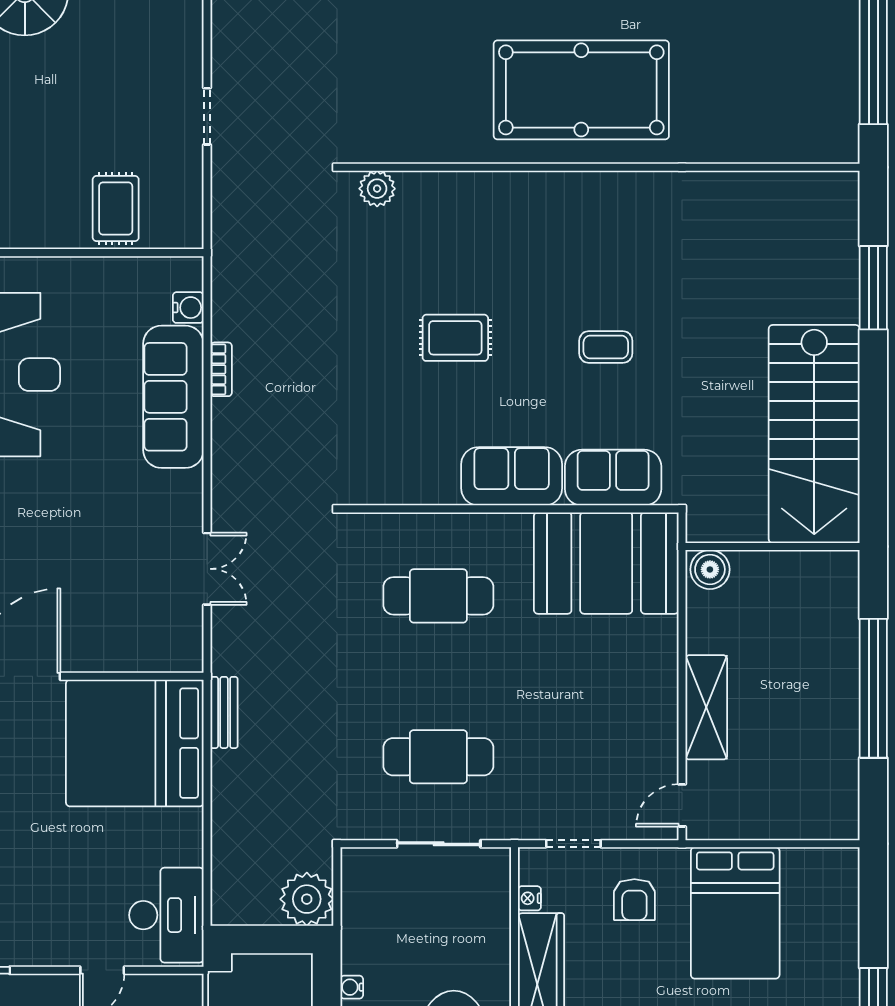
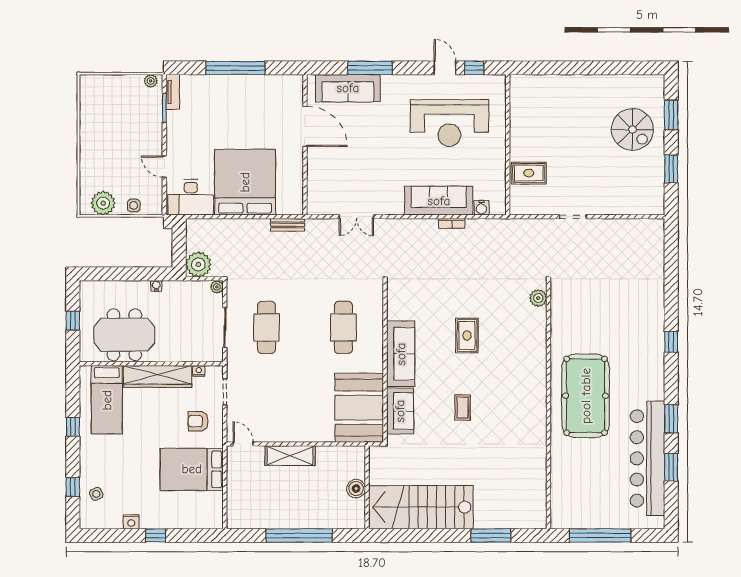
sofa: (512, 476) -> (401, 354), width x1.36
boiler: (710, 569) -> (356, 489), moved
bed: (135, 743) -> (245, 182), moved
plant: (354, 861) -> (217, 287), added

